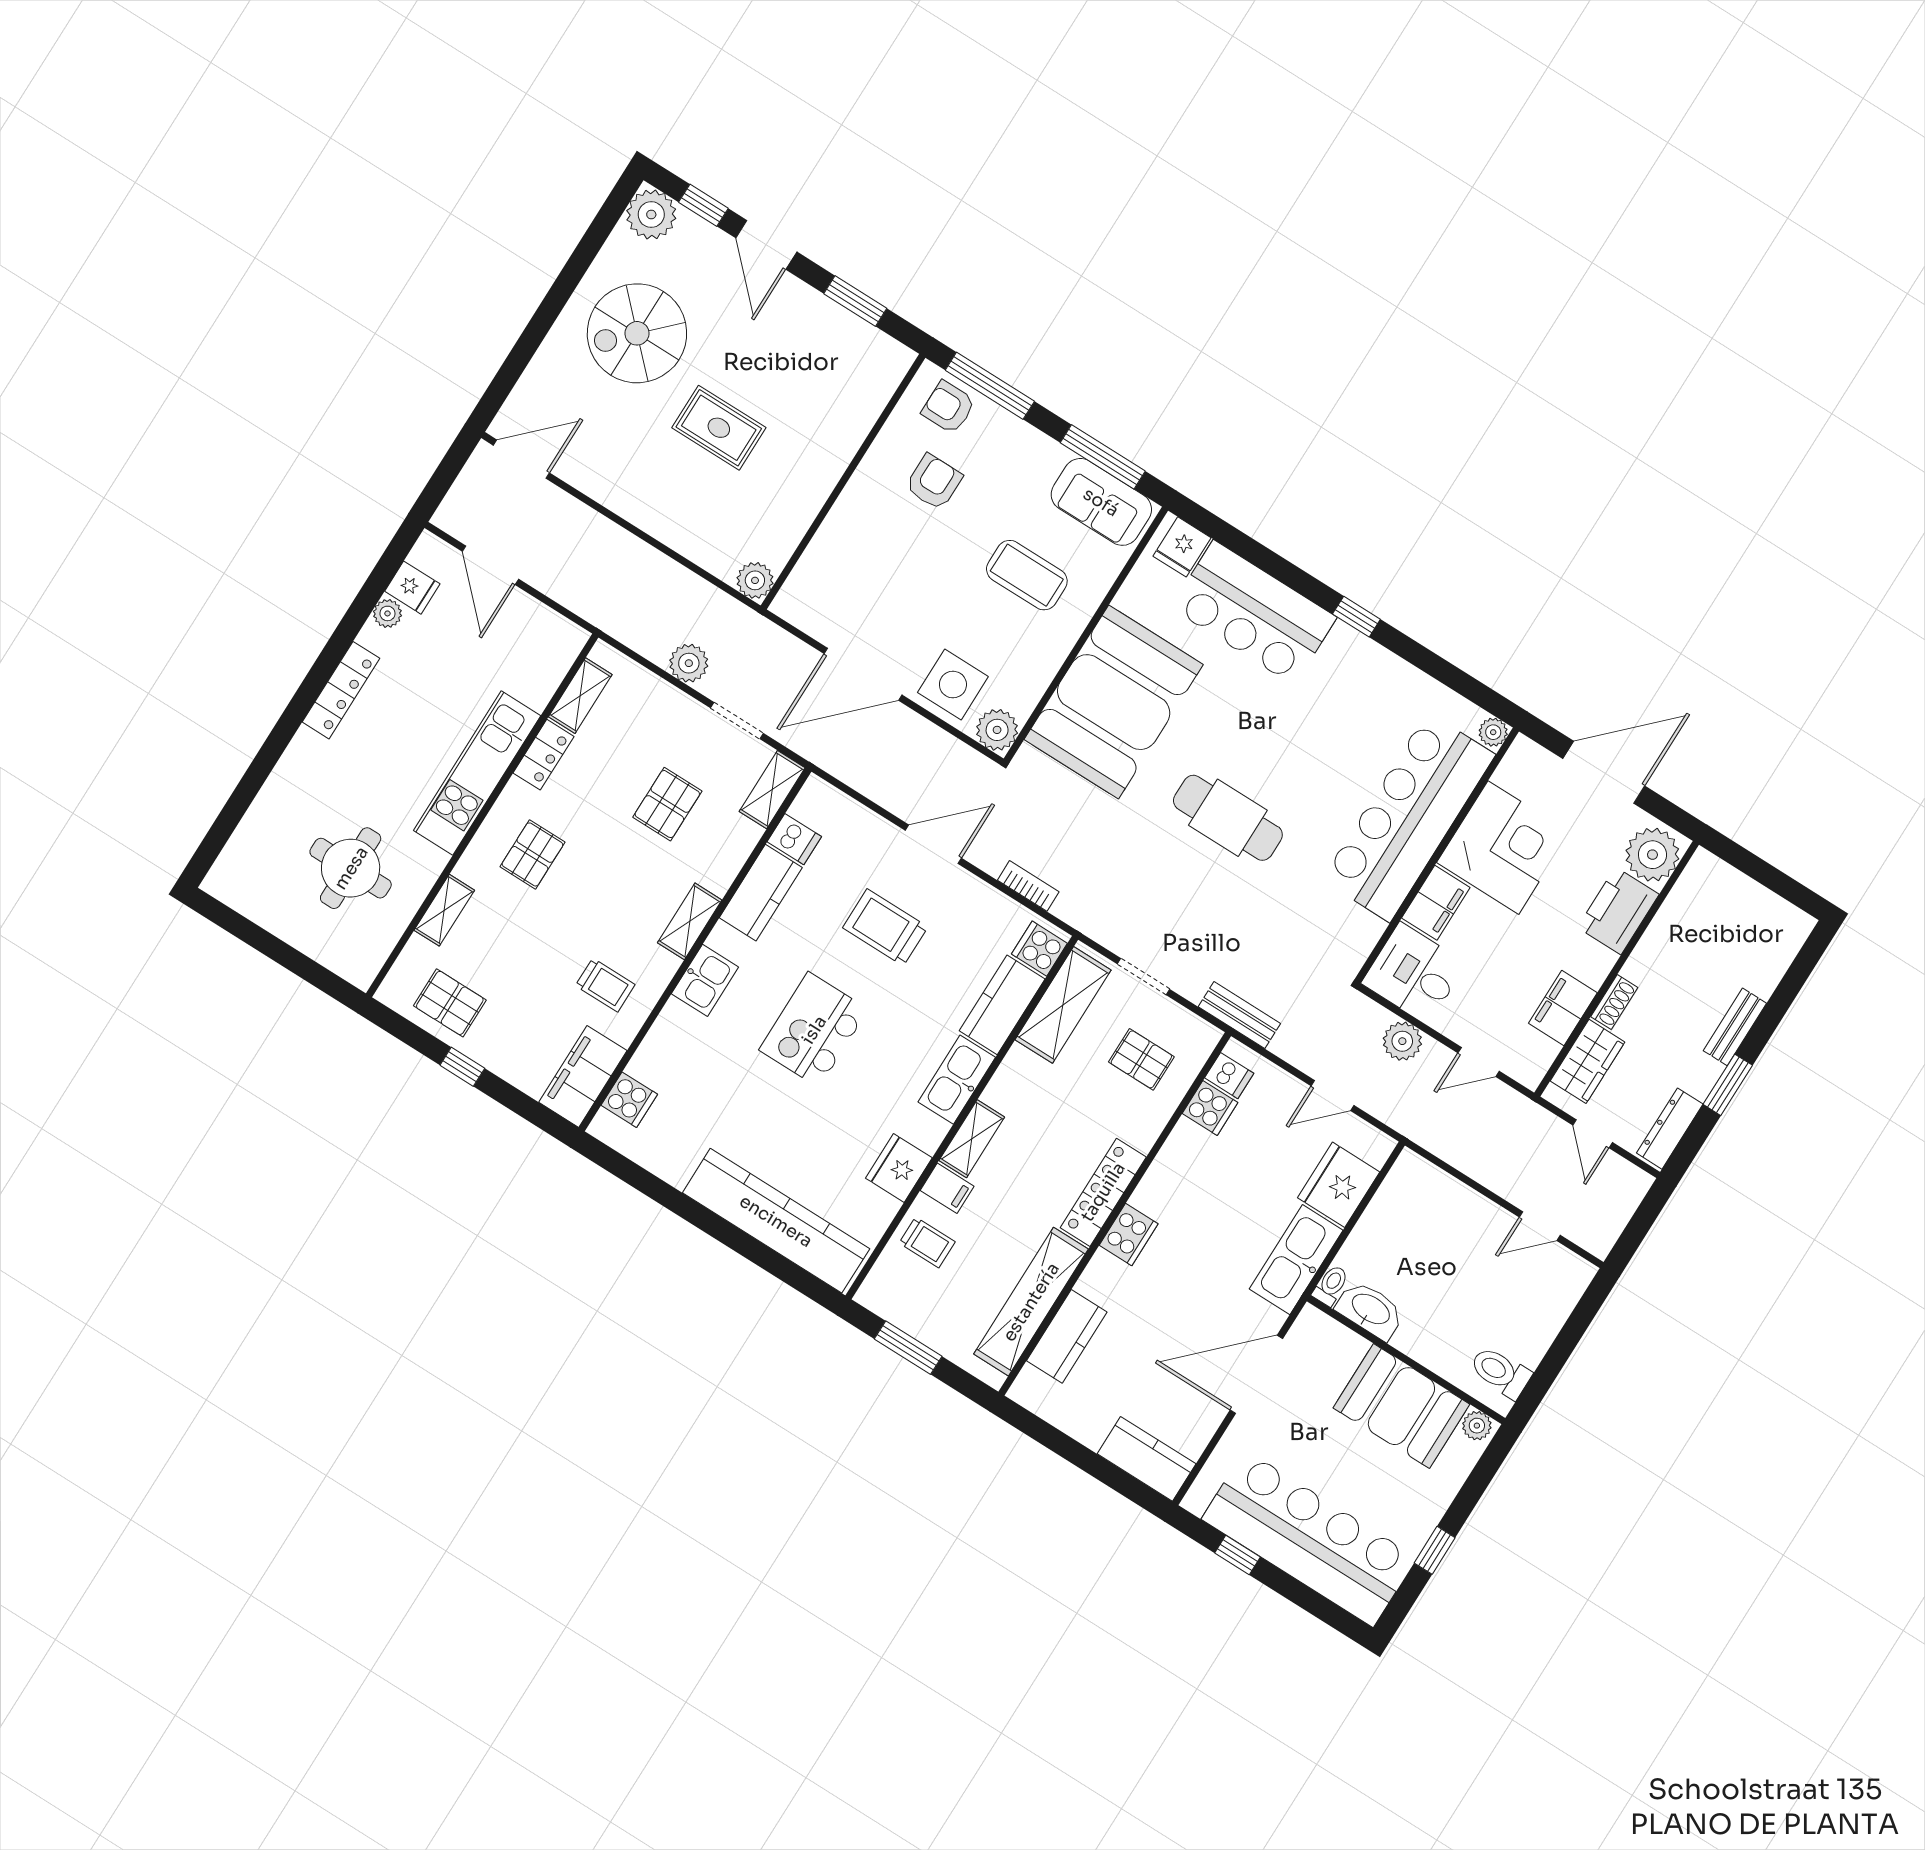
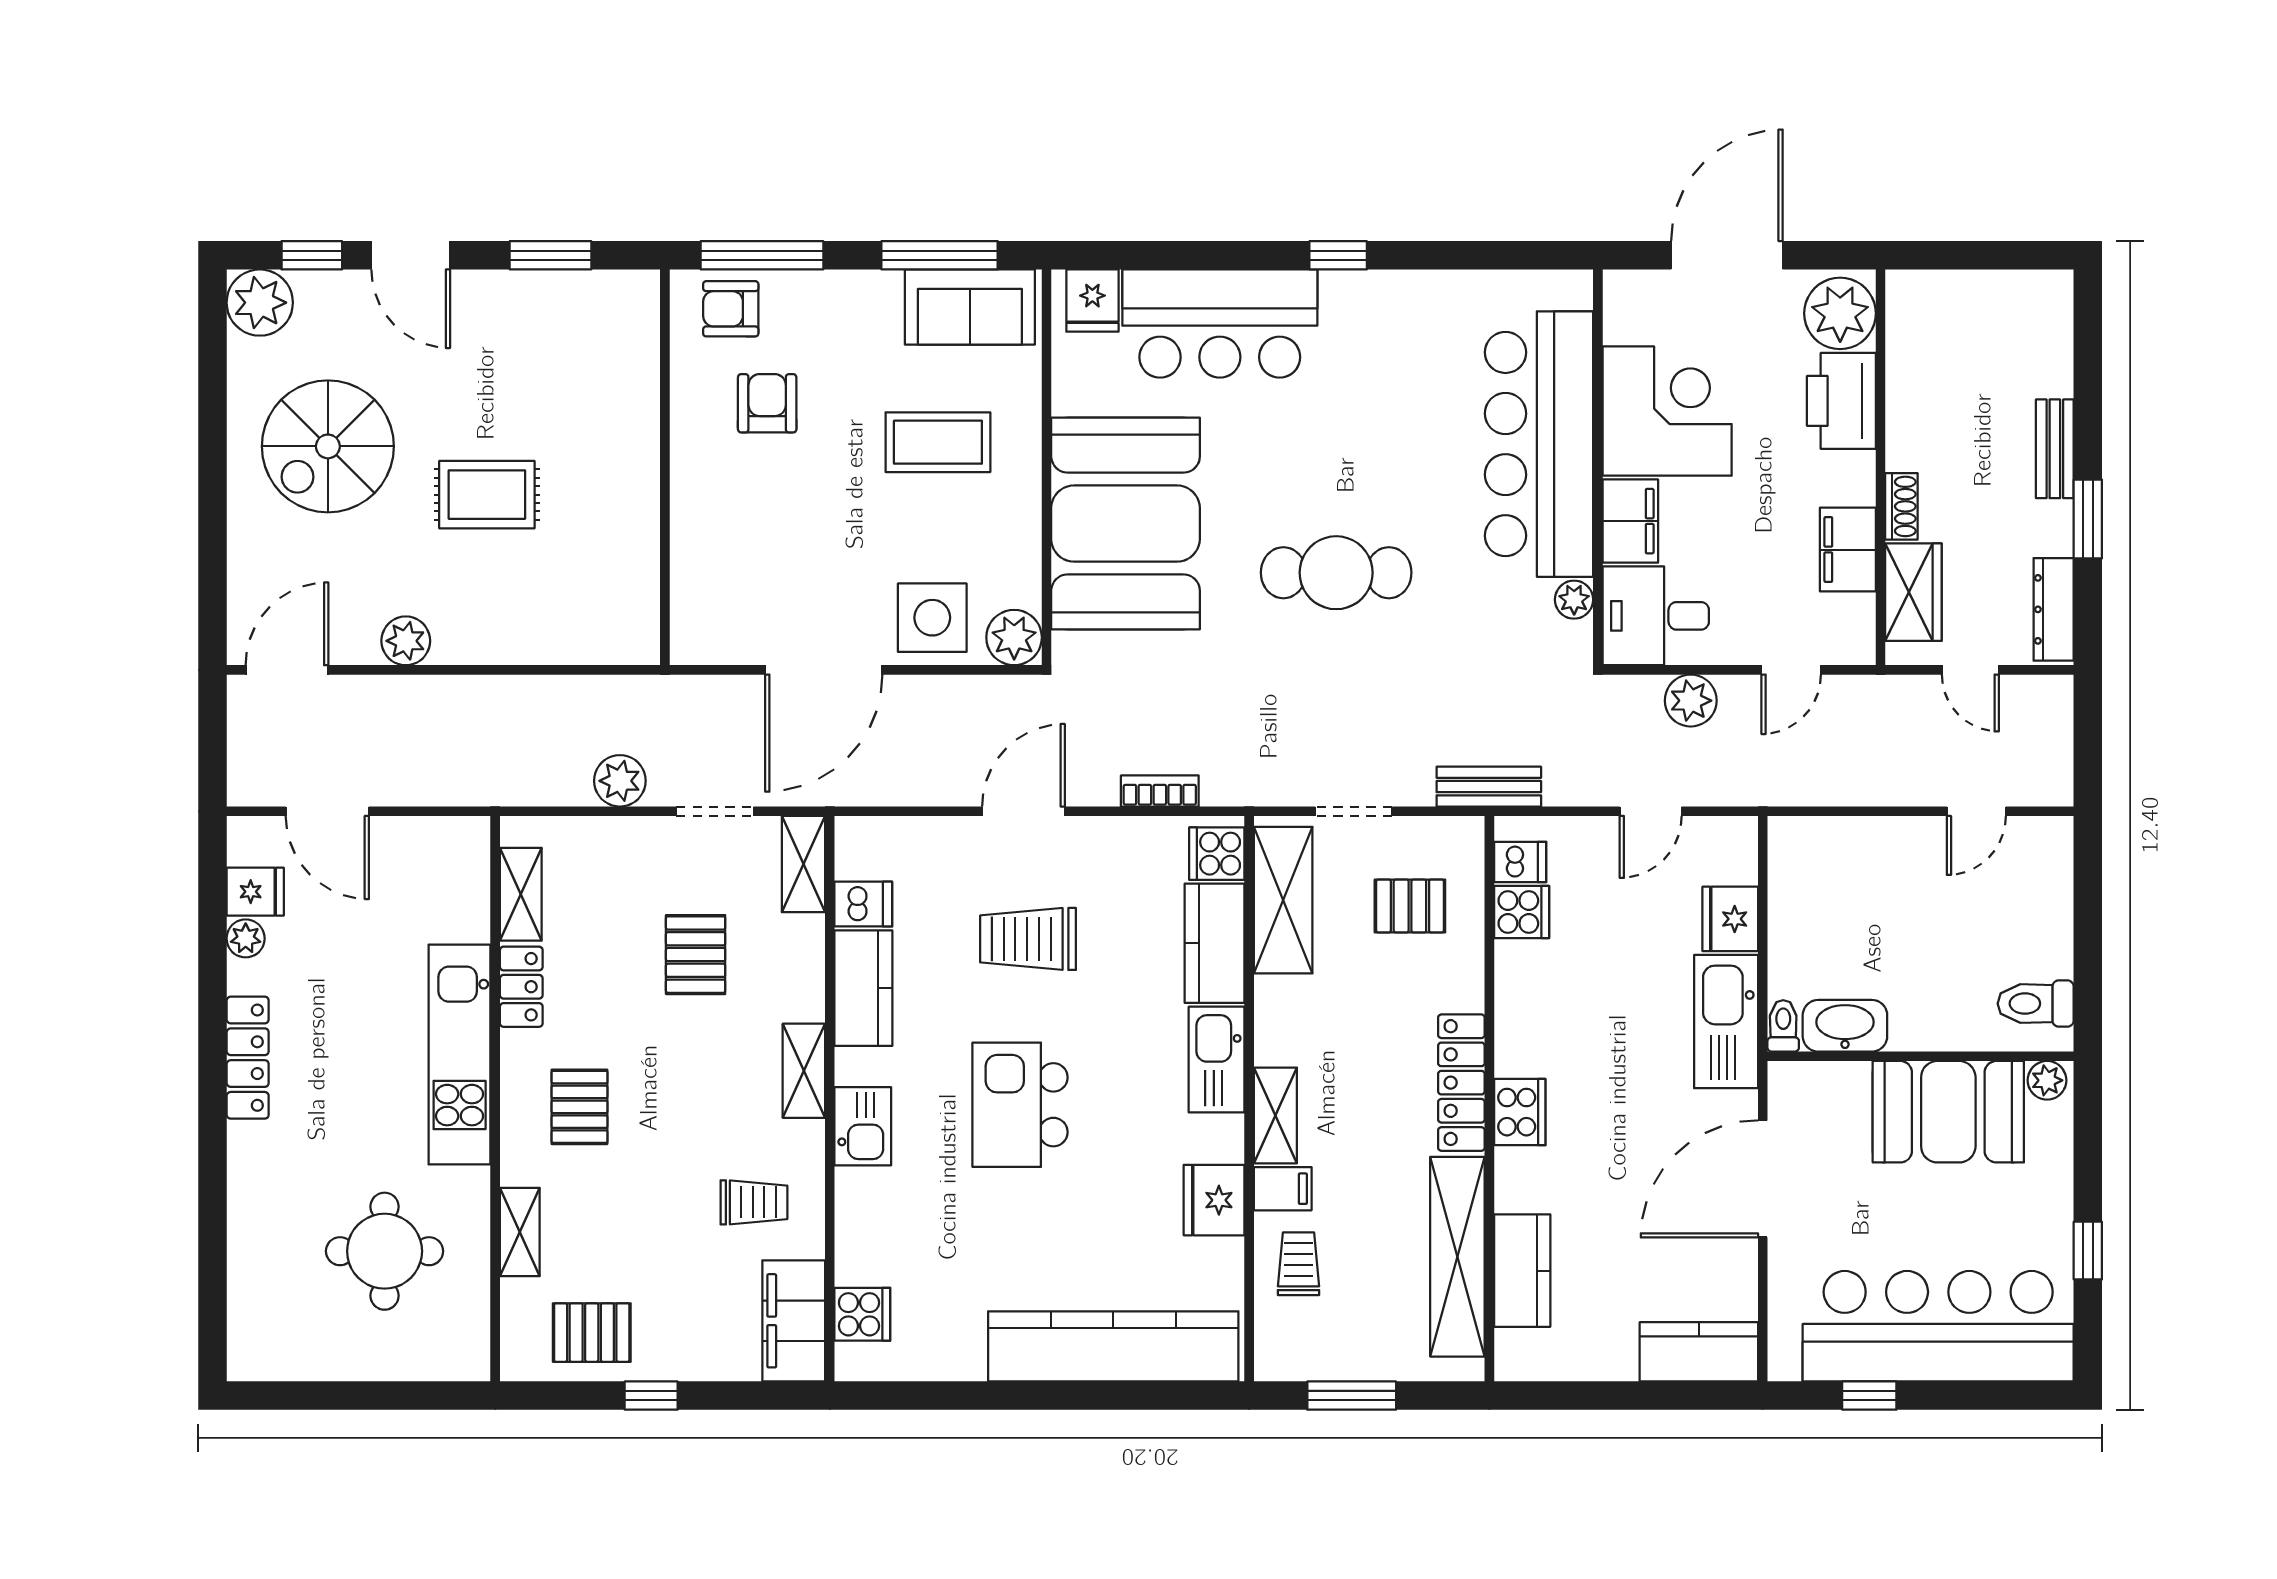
plant: (755, 580) -> (406, 641), moved
plant: (1493, 732) -> (1574, 600), moved
fridge: (1339, 1185) -> (1730, 919), width x0.73, depth x0.75
trolley: (927, 1242) -> (1299, 1264), turned -90

